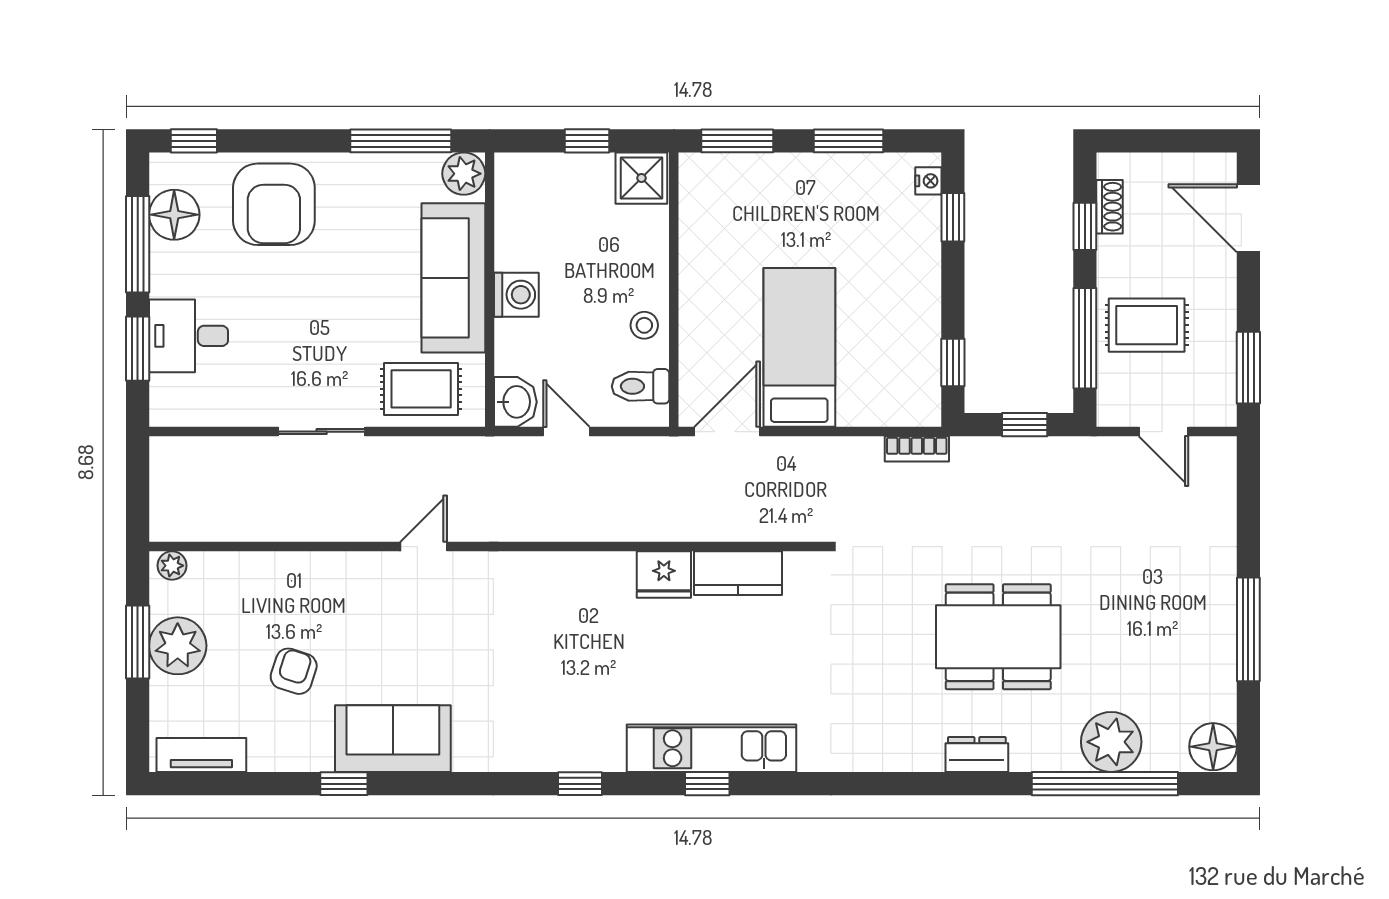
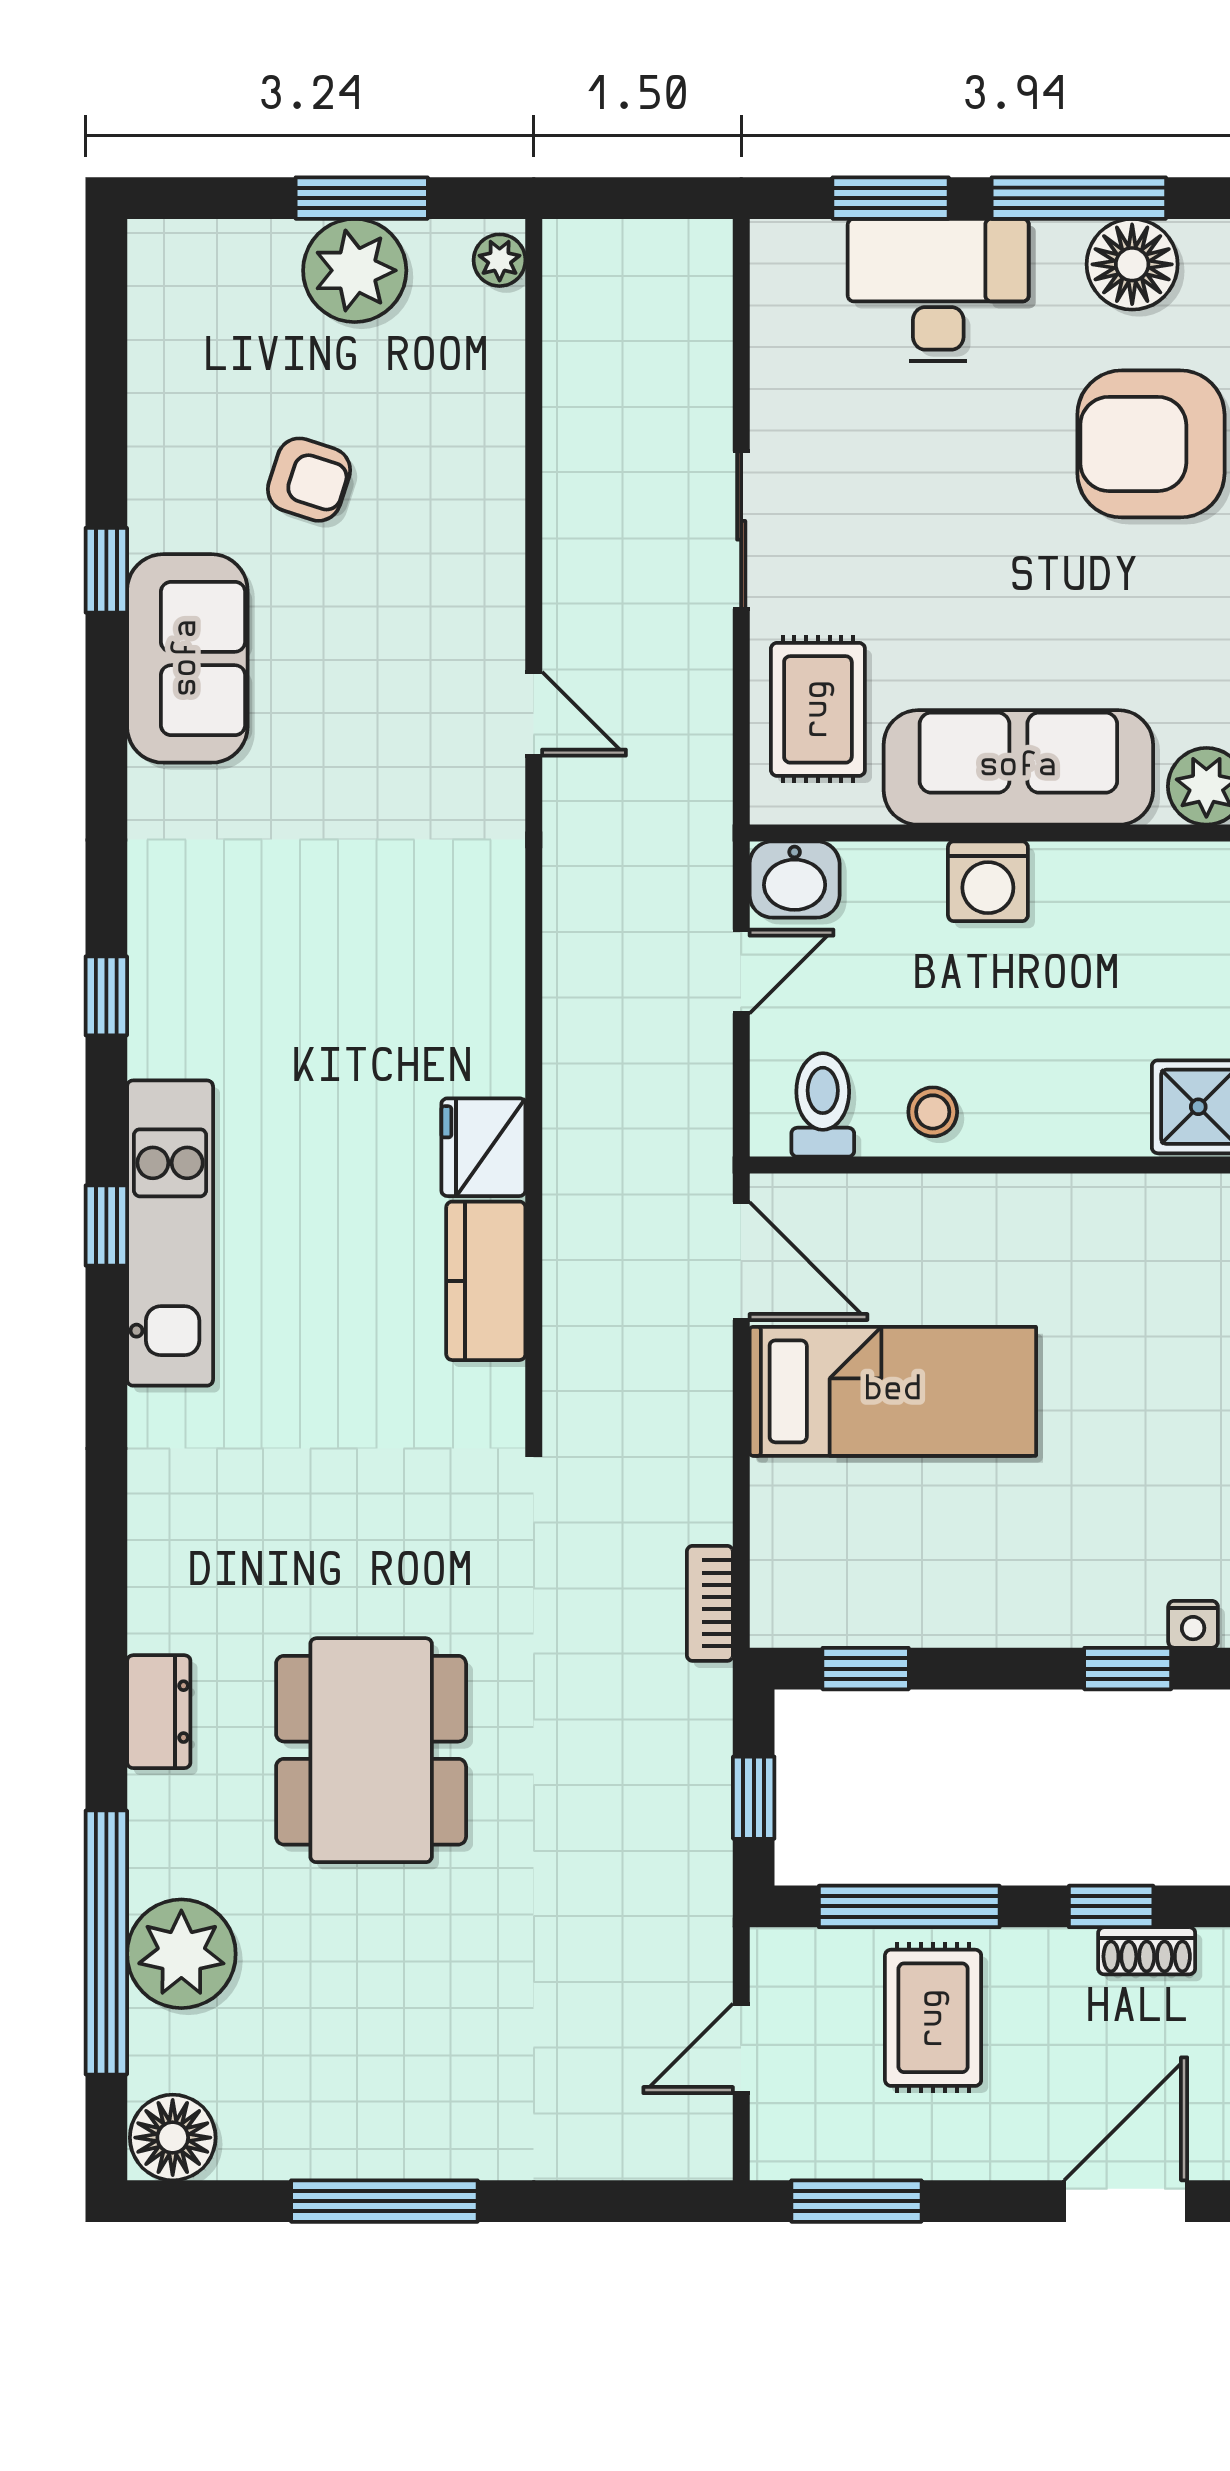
desk: (188, 336) -> (938, 290), width x1.37
tv unit: (201, 755) -> (158, 313), removed

